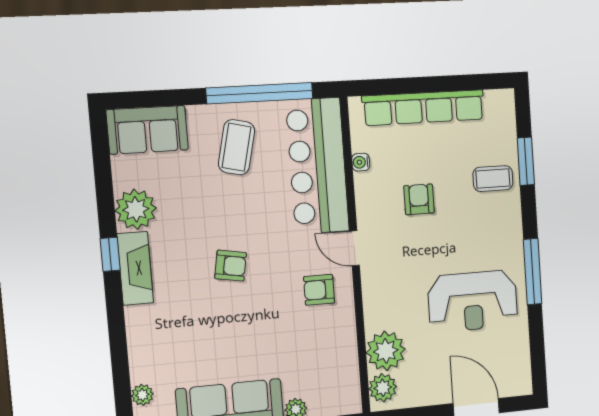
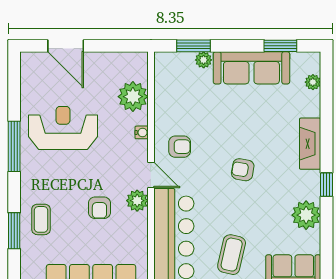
water cooler: (361, 162) -> (142, 132), moved
coffee table: (493, 179) -> (41, 219), turned 90
fireplace: (135, 268) -> (310, 144), moved
plant: (383, 388) -> (137, 201), moved

